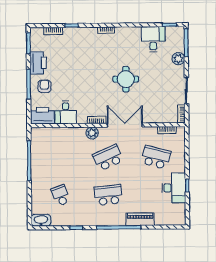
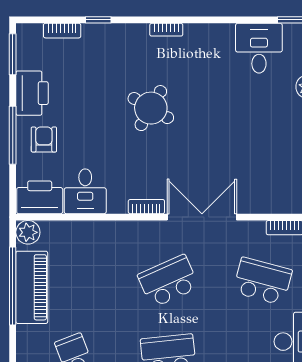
round table: (126, 79) -> (151, 108), moved, turned 30
plant: (92, 133) -> (28, 232), moved
piano: (39, 161) -> (32, 287), added

